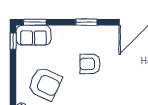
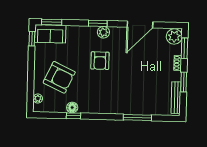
plant: (93, 32) -> (103, 32), added
armchair: (90, 64) -> (100, 61), turned -90

